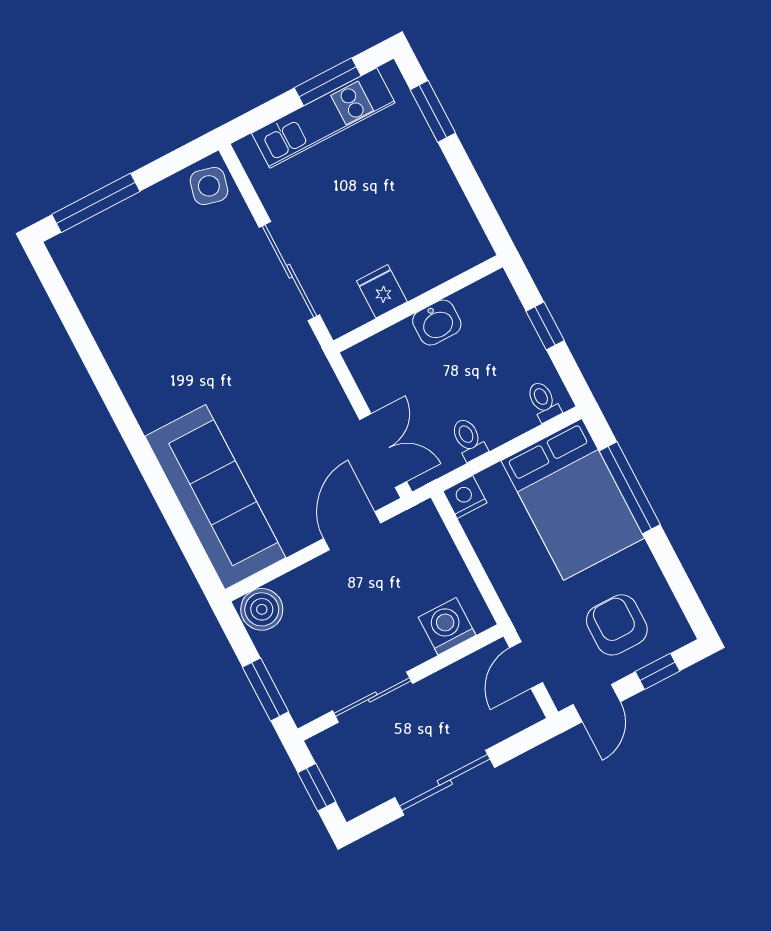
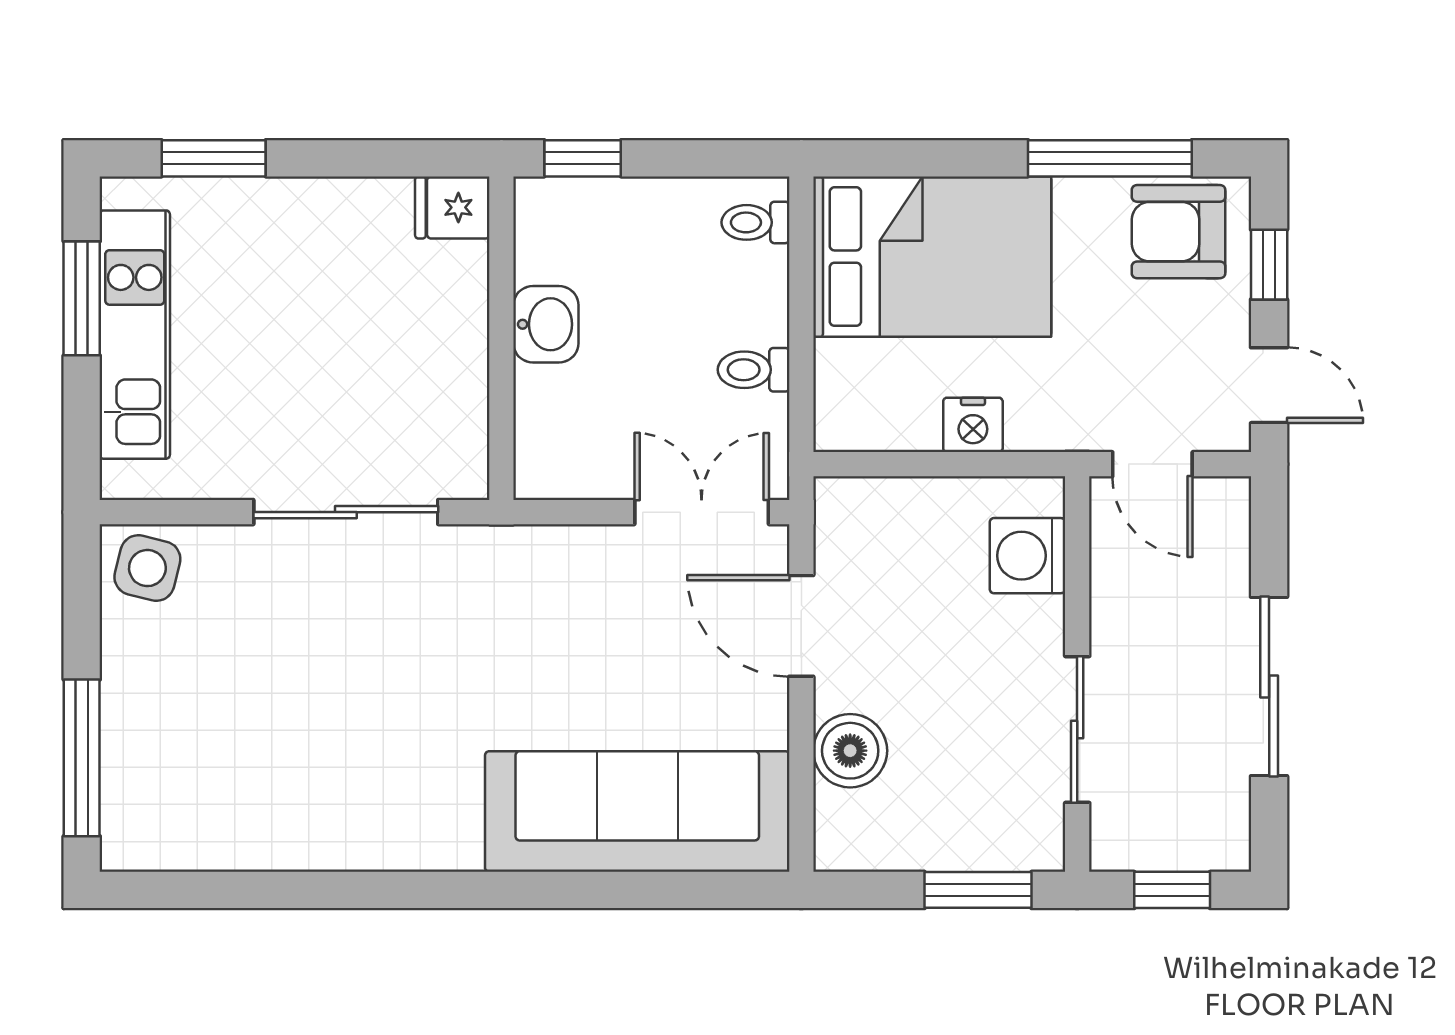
fridge: (382, 291) -> (452, 207), moved
window: (545, 326) -> (583, 158), moved
window: (630, 488) -> (1110, 158), moved
nightstand: (465, 497) -> (973, 425), moved, turned -90
boiler: (262, 609) -> (850, 751), moved
armchair: (617, 625) -> (1179, 232), moved

